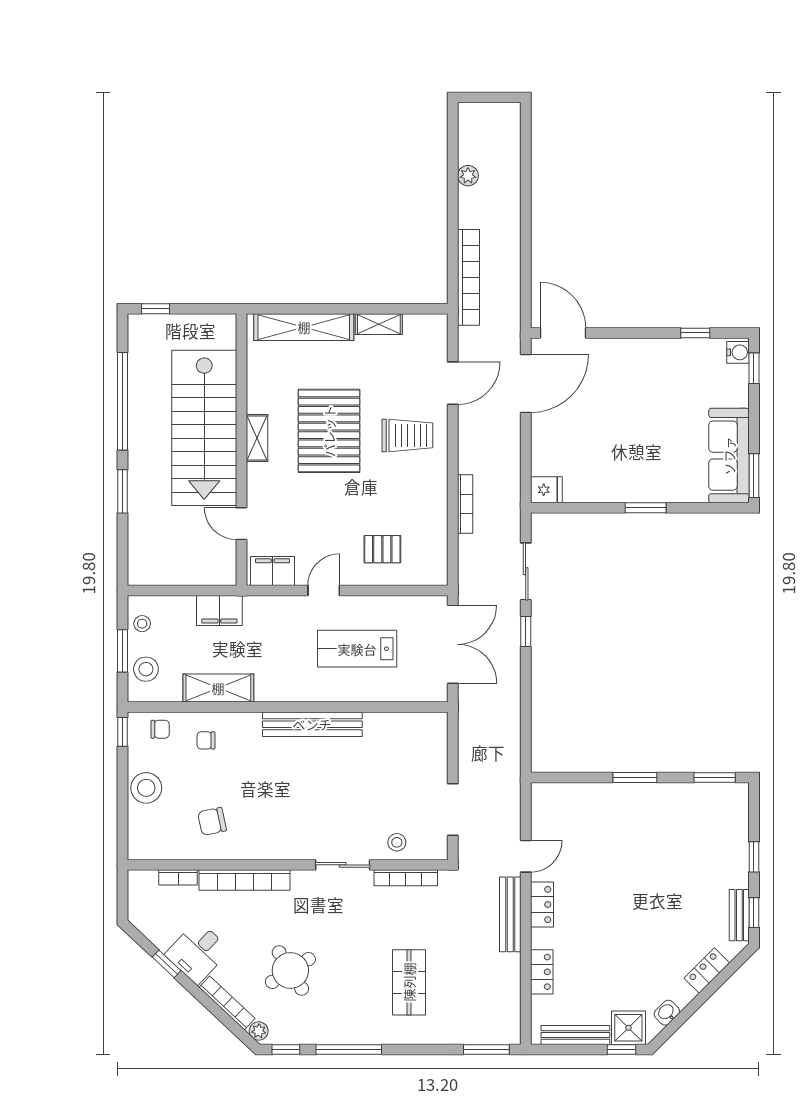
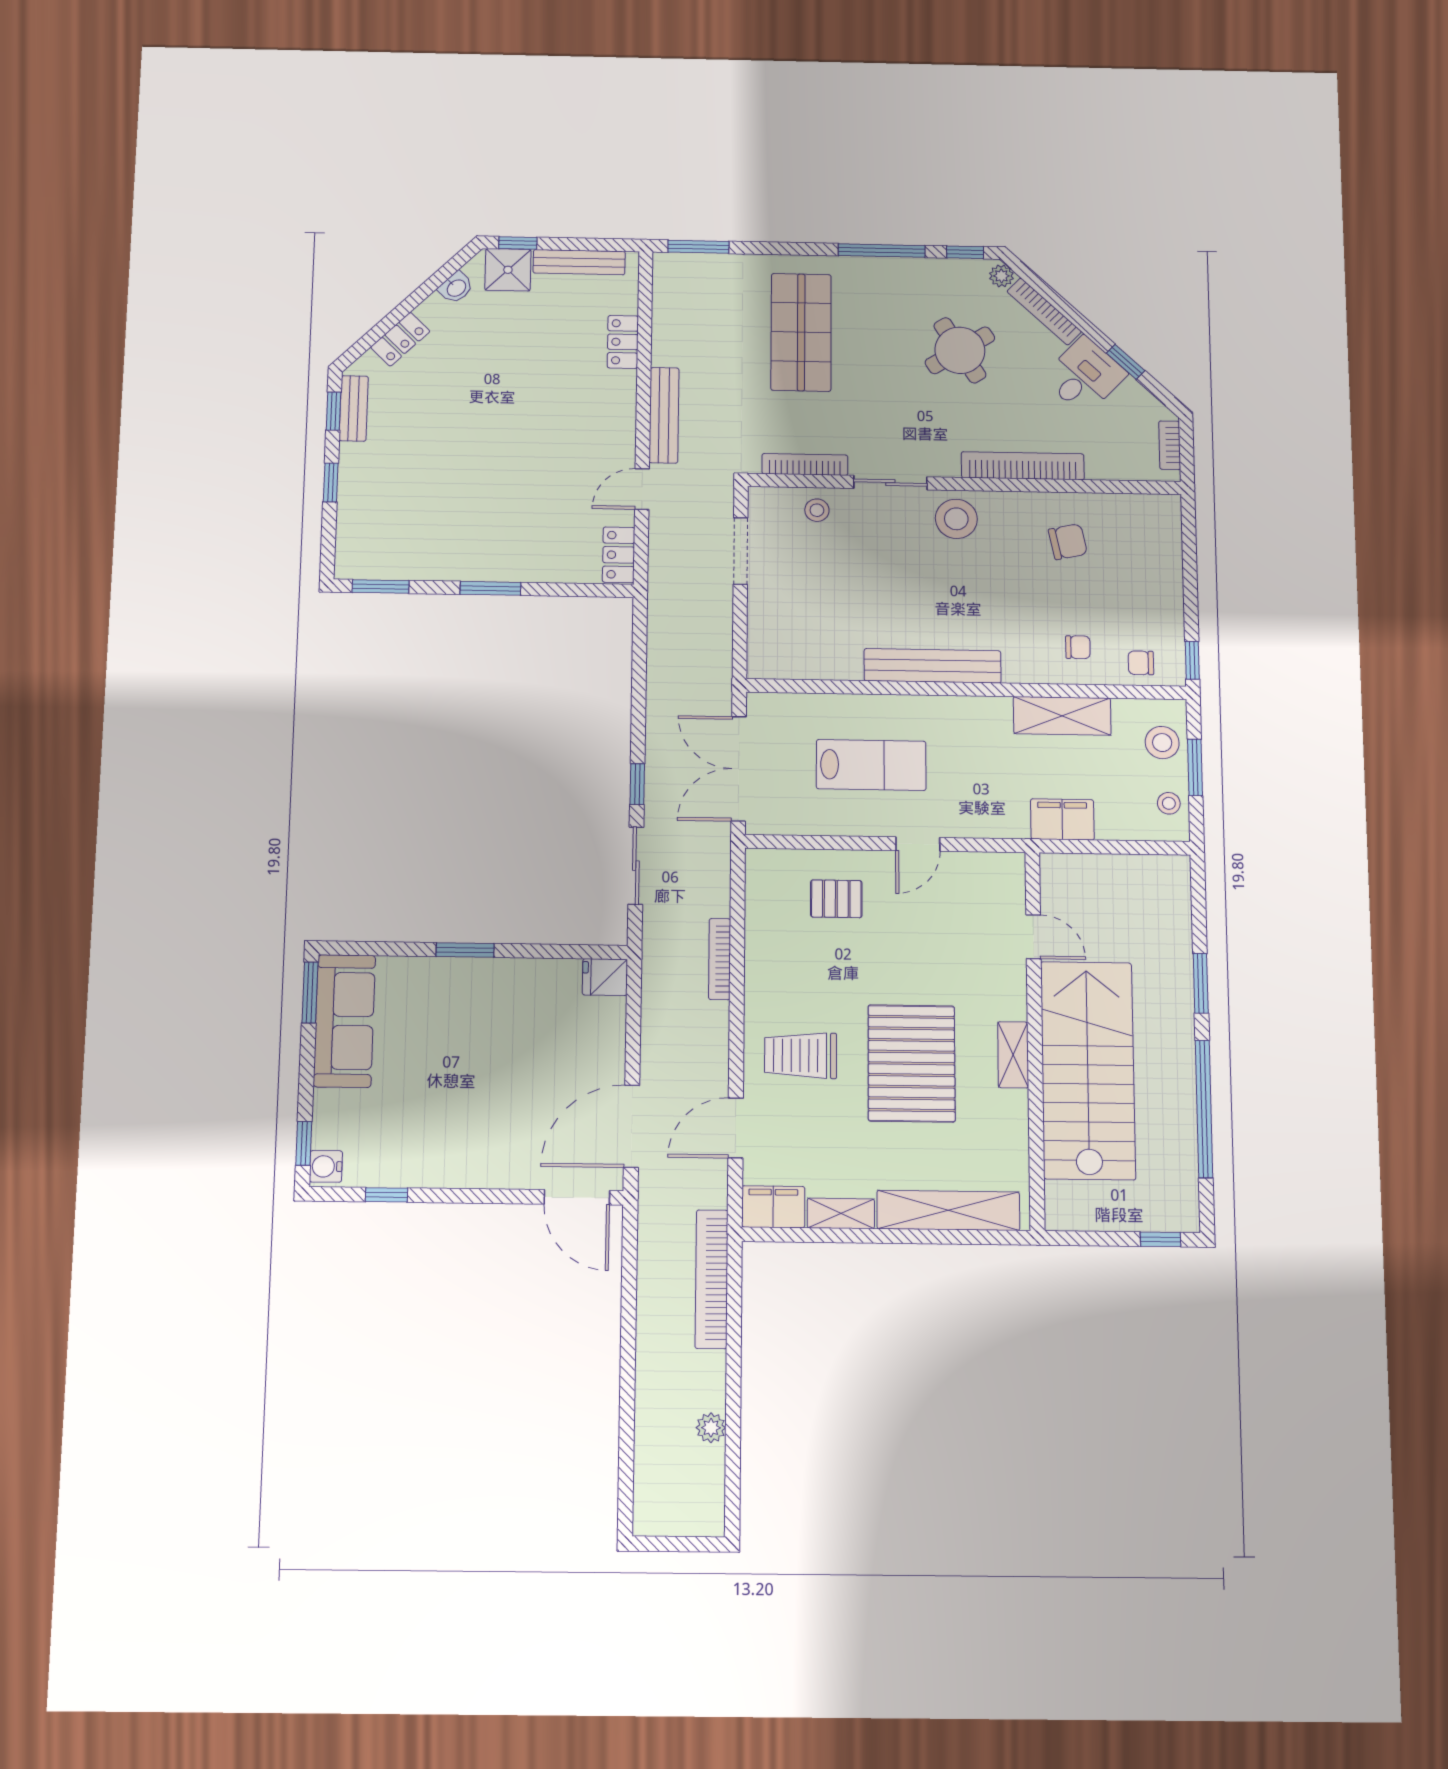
filing cabinet: (273, 571) -> (773, 1207), moved, turned 180
stool: (146, 788) -> (956, 519), moved
bookcase: (178, 877) -> (1170, 445), moved, turned -90
locker: (542, 905) -> (619, 555), moved
shop shelf: (409, 982) -> (801, 332), width x1.43, depth x1.36

